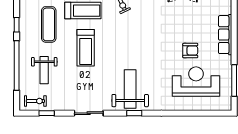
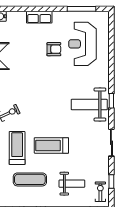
row of seats: (225, 35) -> (39, 17), width x0.68
treadmill: (86, 48) -> (51, 145), turned 180
armchair: (190, 51) -> (54, 49), turned 90

